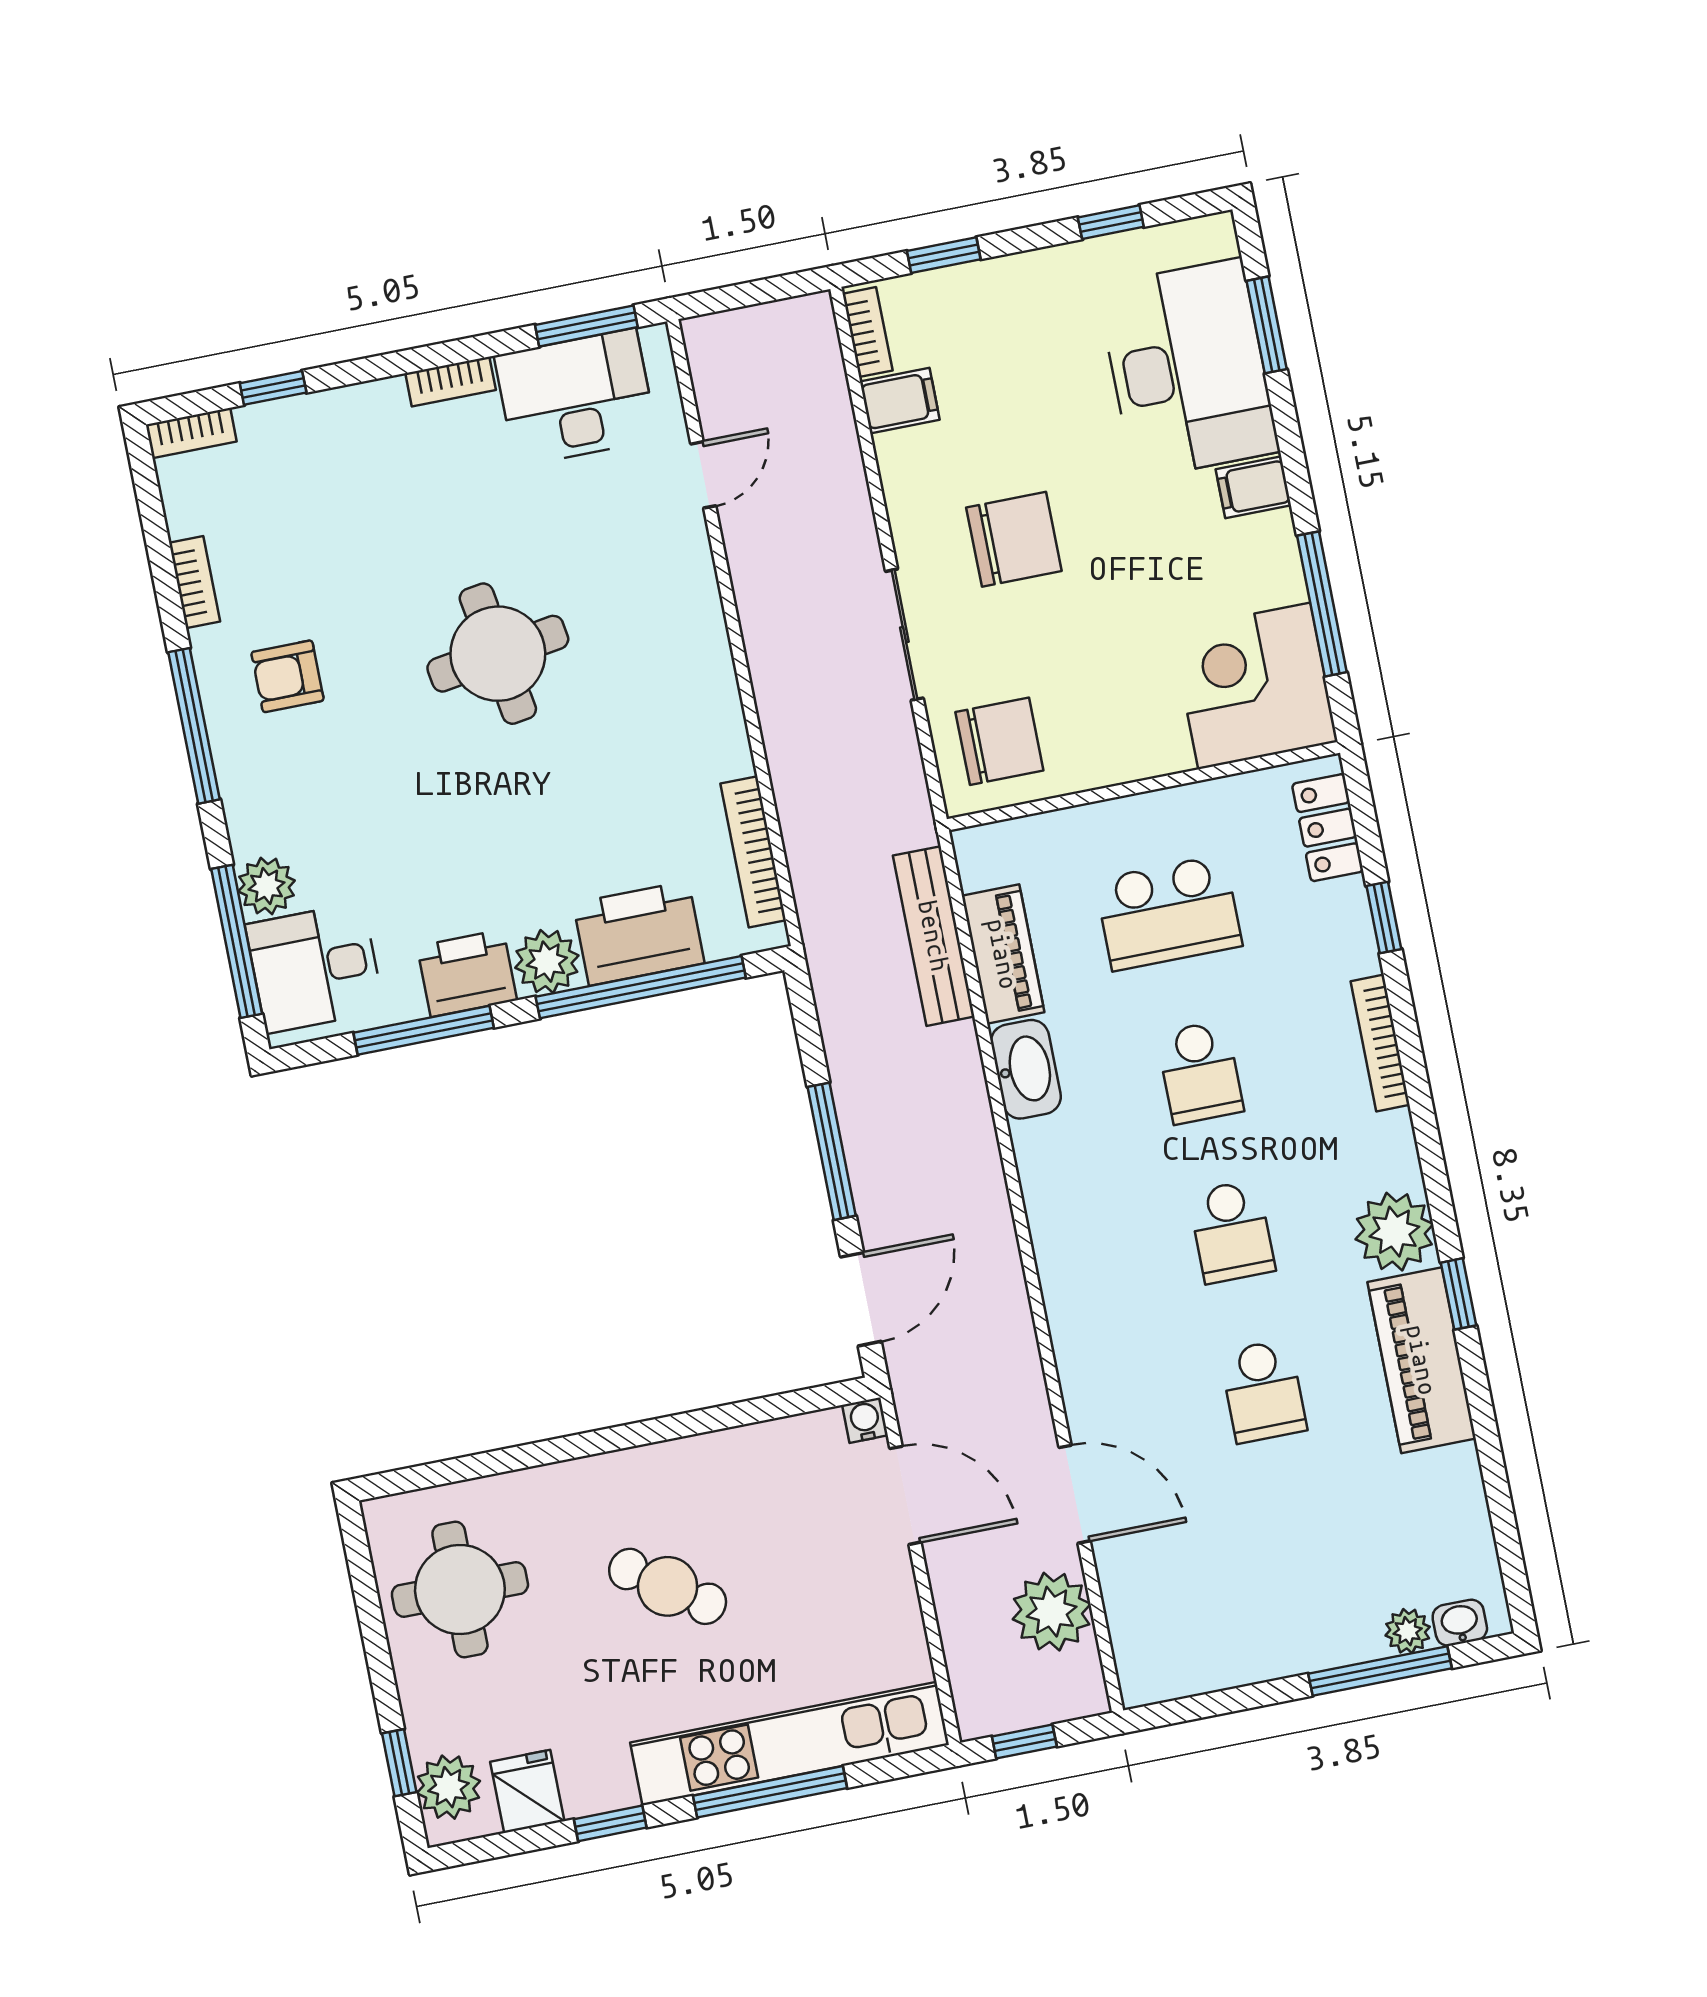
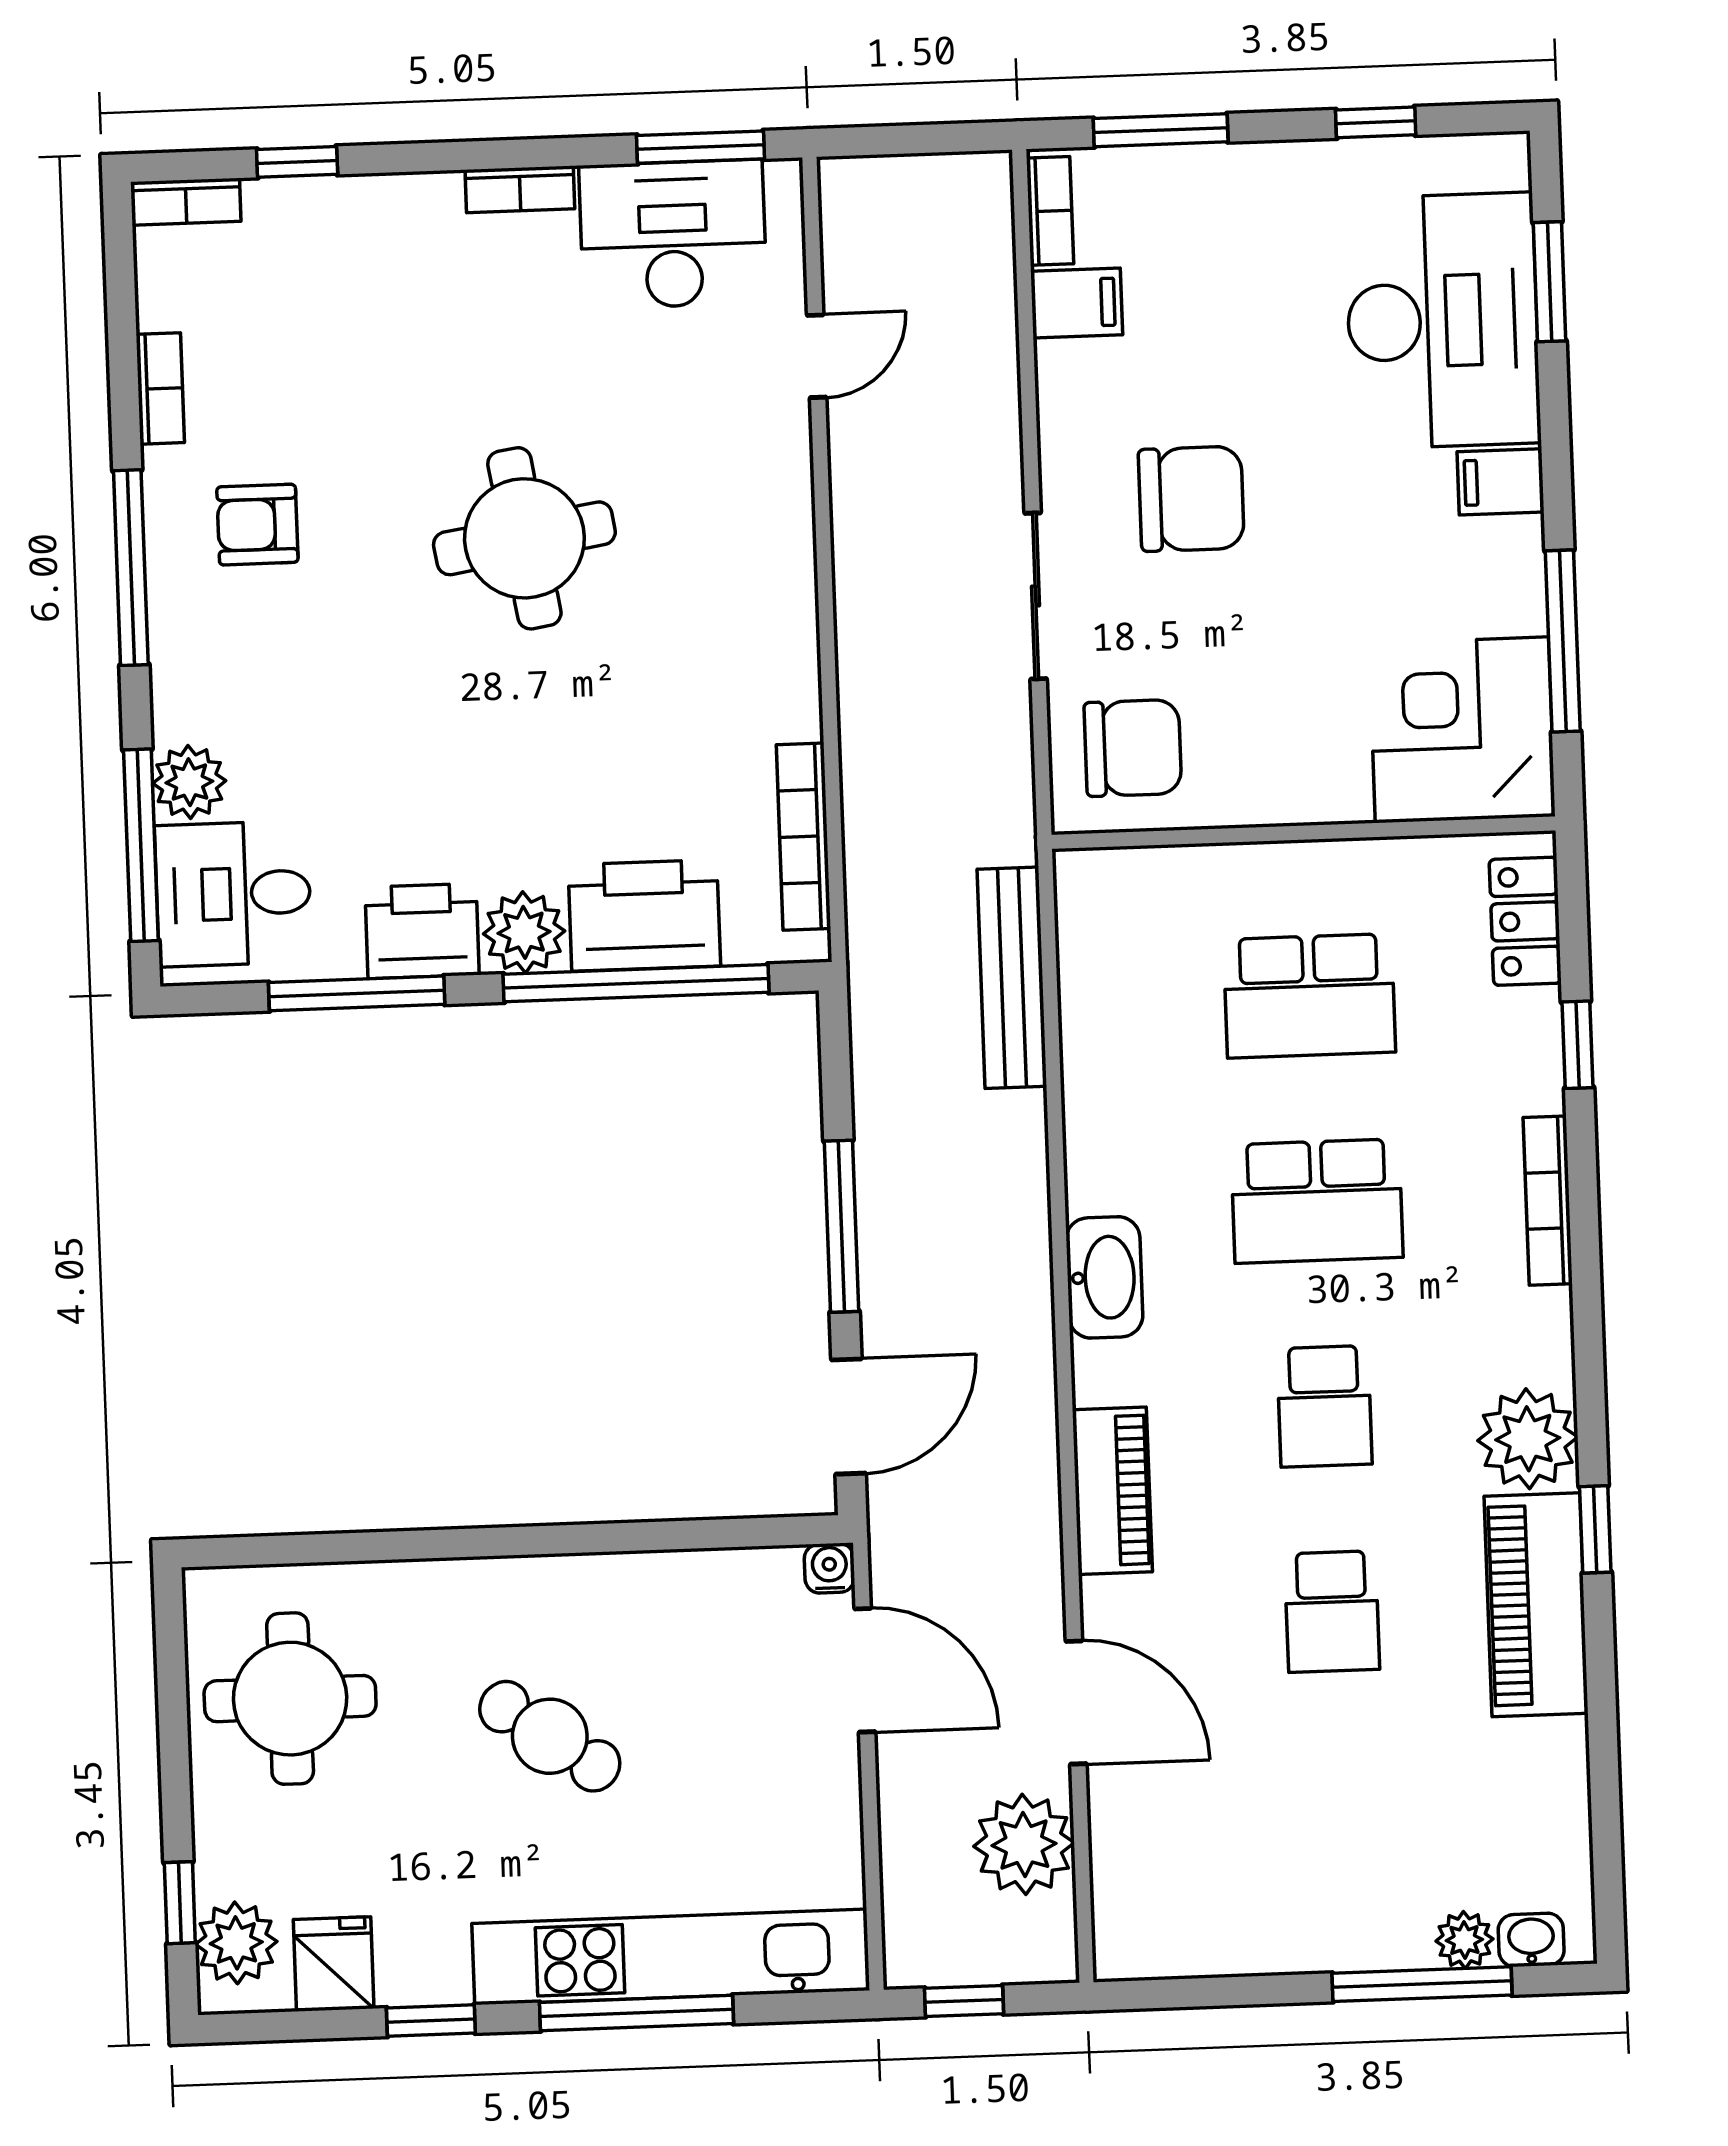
window: (944, 255) -> (1161, 130), width x1.50
piano: (1003, 954) -> (1112, 1491), moved
washbasin: (1026, 1069) -> (1104, 1277), moved
school desk: (1200, 1072) -> (1317, 1201), width x1.85

